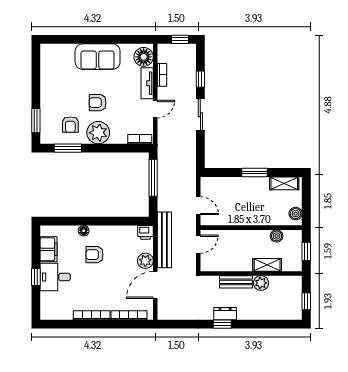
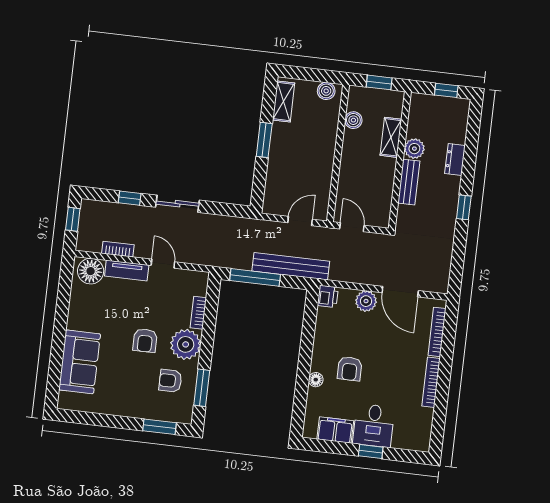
sofa: (98, 57) -> (80, 362), moved
armchair: (70, 125) -> (170, 381), turned 180
bookcase: (140, 139) -> (198, 313), moved
bench: (164, 240) -> (291, 266), moved
dresser: (225, 314) -> (455, 159), moved

